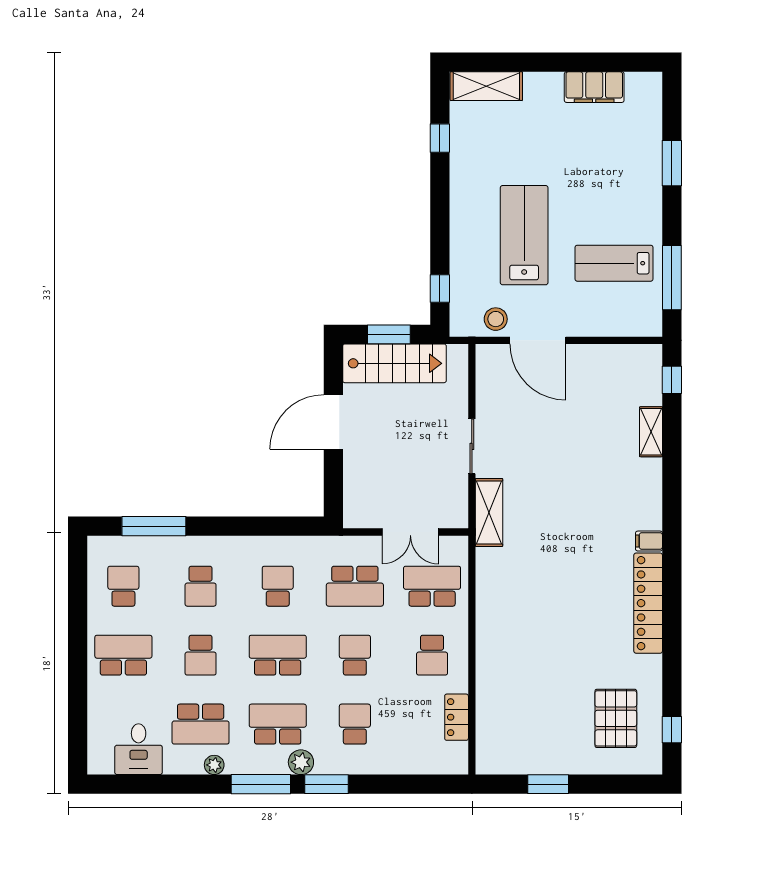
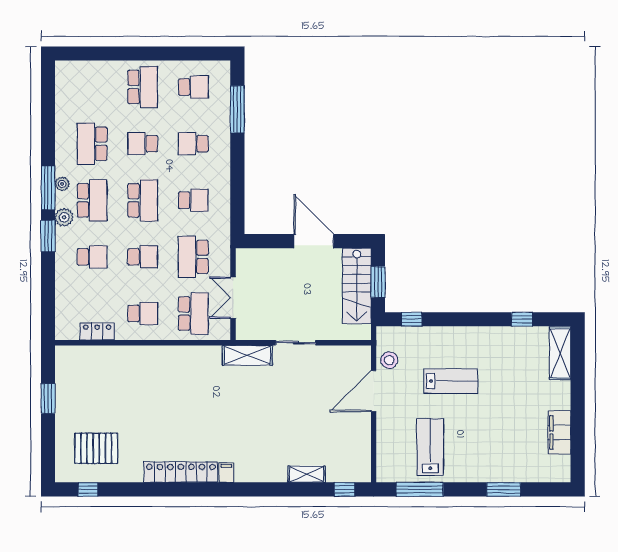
lab bench: (524, 235) -> (451, 381), width x0.73, depth x0.72
school desk: (432, 655) -> (143, 314), turned 180
desk: (139, 749) -> (74, 98), removed
plant: (214, 765) -> (62, 184), moved

